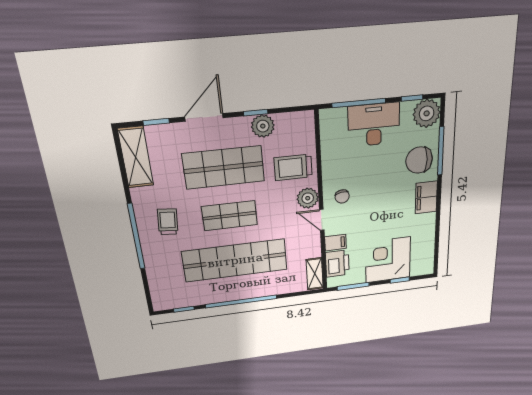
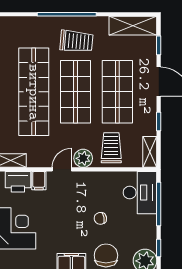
shelving: (295, 120) -> (150, 152), added
desk: (374, 125) -> (140, 193), moved
plant: (263, 126) -> (148, 126), removed
chair: (342, 196) -> (100, 218), moved
shop shelf: (230, 216) -> (76, 92), width x1.43, depth x1.36
trolley: (168, 222) -> (76, 41), width x1.36, depth x1.39

